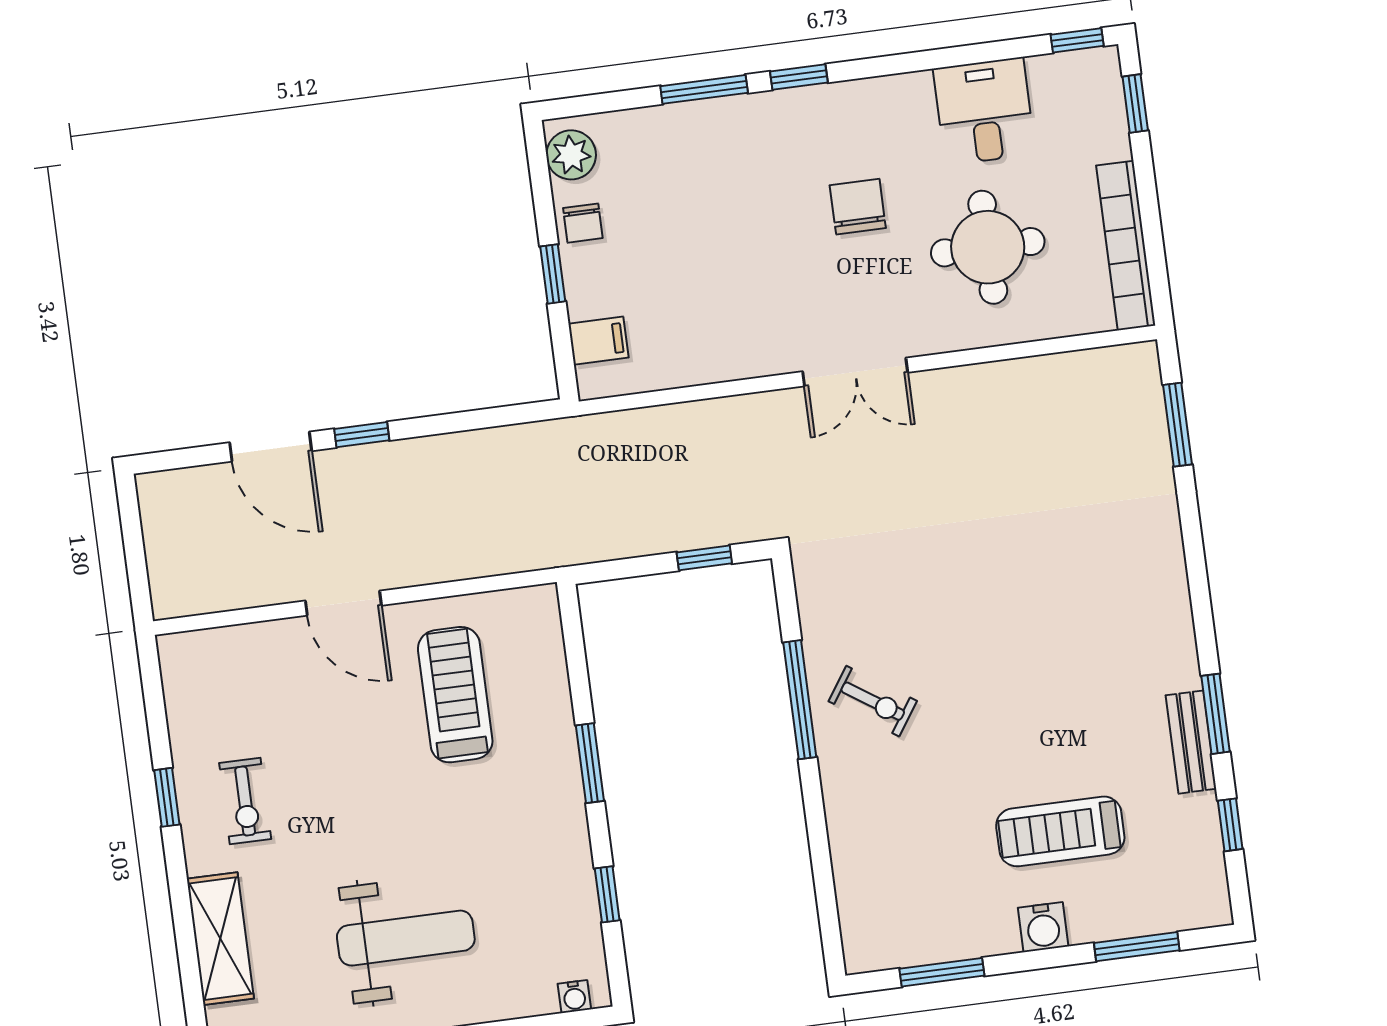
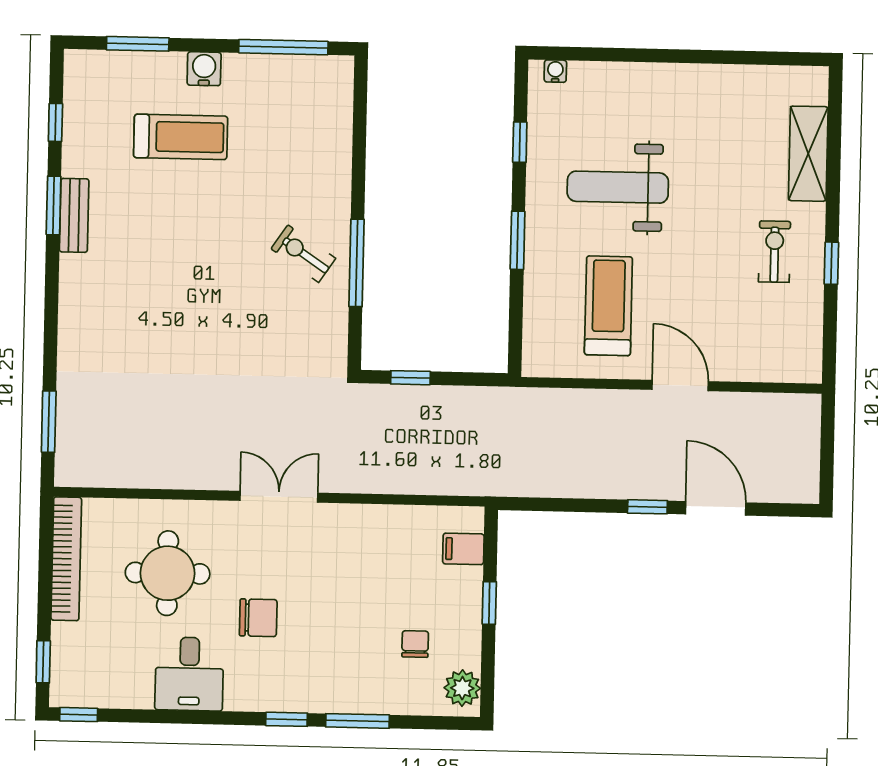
desk: (984, 111) -> (189, 674), moved
chair: (858, 207) -> (258, 618), turned -90
chair: (583, 223) -> (415, 644), moved
treadmill: (455, 695) -> (608, 306), turned 180
bench: (1191, 742) -> (74, 215), moved
weight bench: (406, 938) -> (618, 187), moved
window: (942, 972) -> (283, 47), width x1.44

